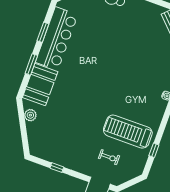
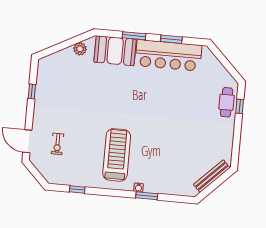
treadmill: (128, 132) -> (117, 155), moved

